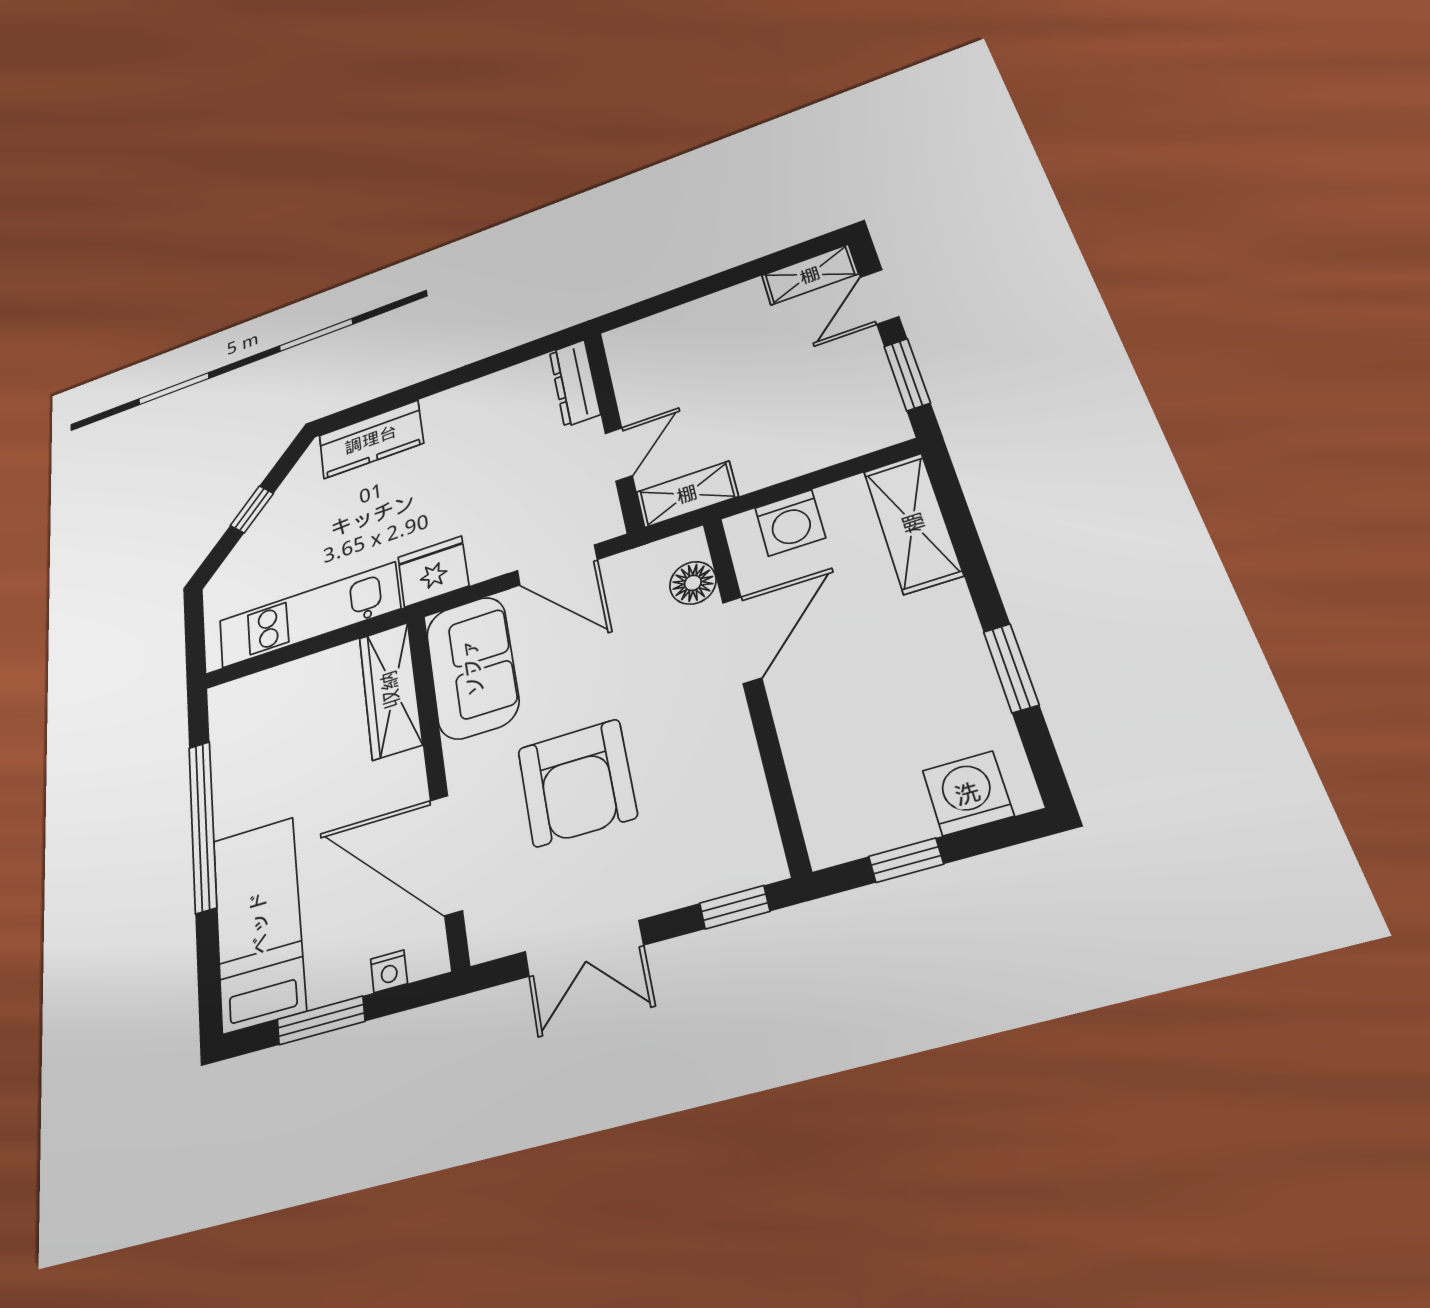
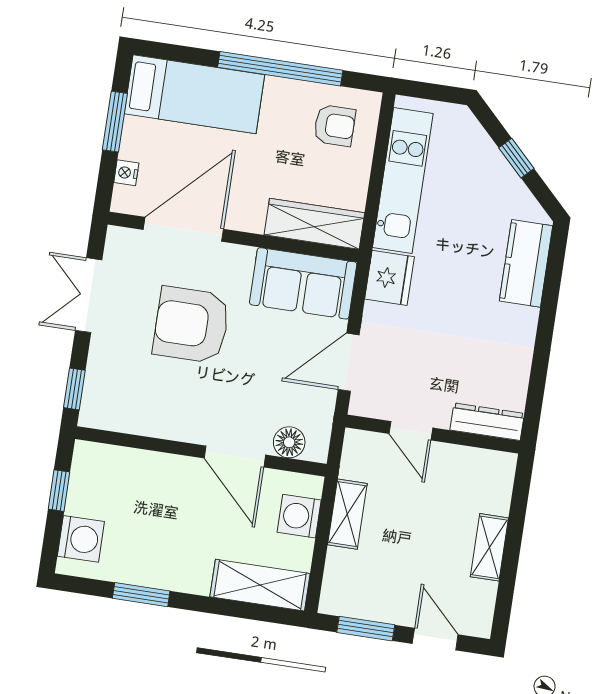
shelving: (810, 275) -> (489, 547), moved
shelving: (687, 494) -> (347, 514), moved
armchair: (260, 725) -> (335, 126), added

